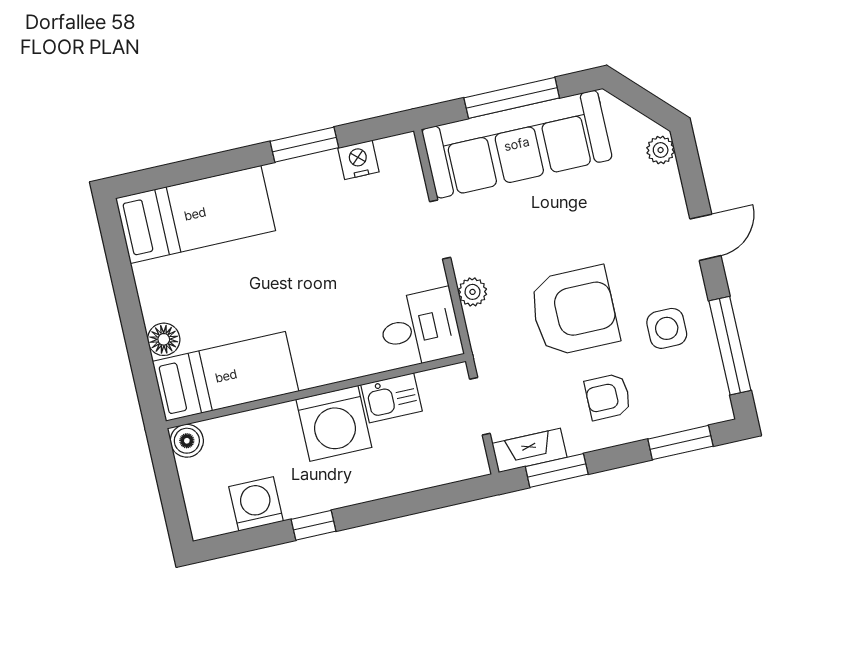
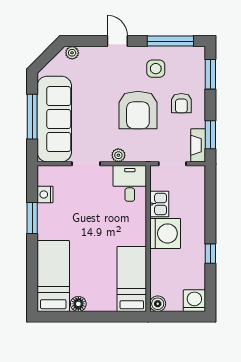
armchair: (574, 311) -> (138, 110), turned 180
floor lamp: (164, 339) -> (78, 304), moved
washing machine: (256, 504) -> (194, 301), moved, turned 90

